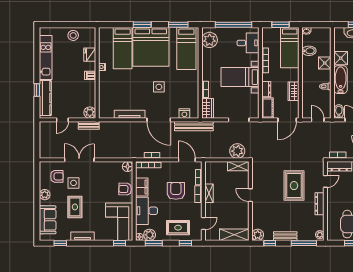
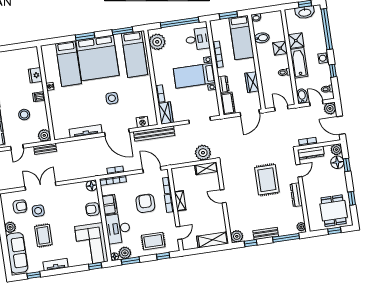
stool: (73, 35) -> (24, 115), moved
sofa: (48, 220) -> (17, 253), width x1.36

